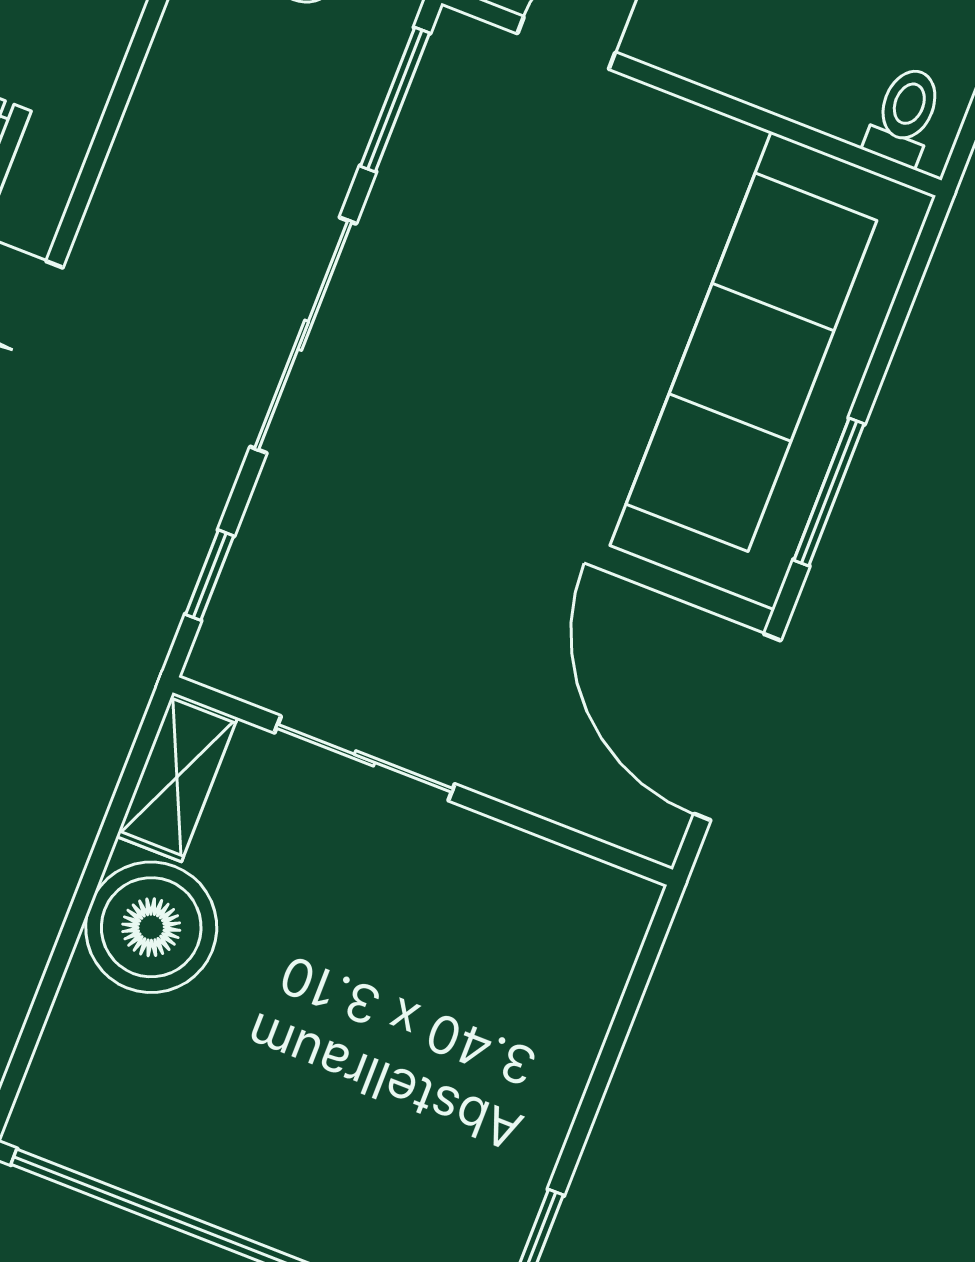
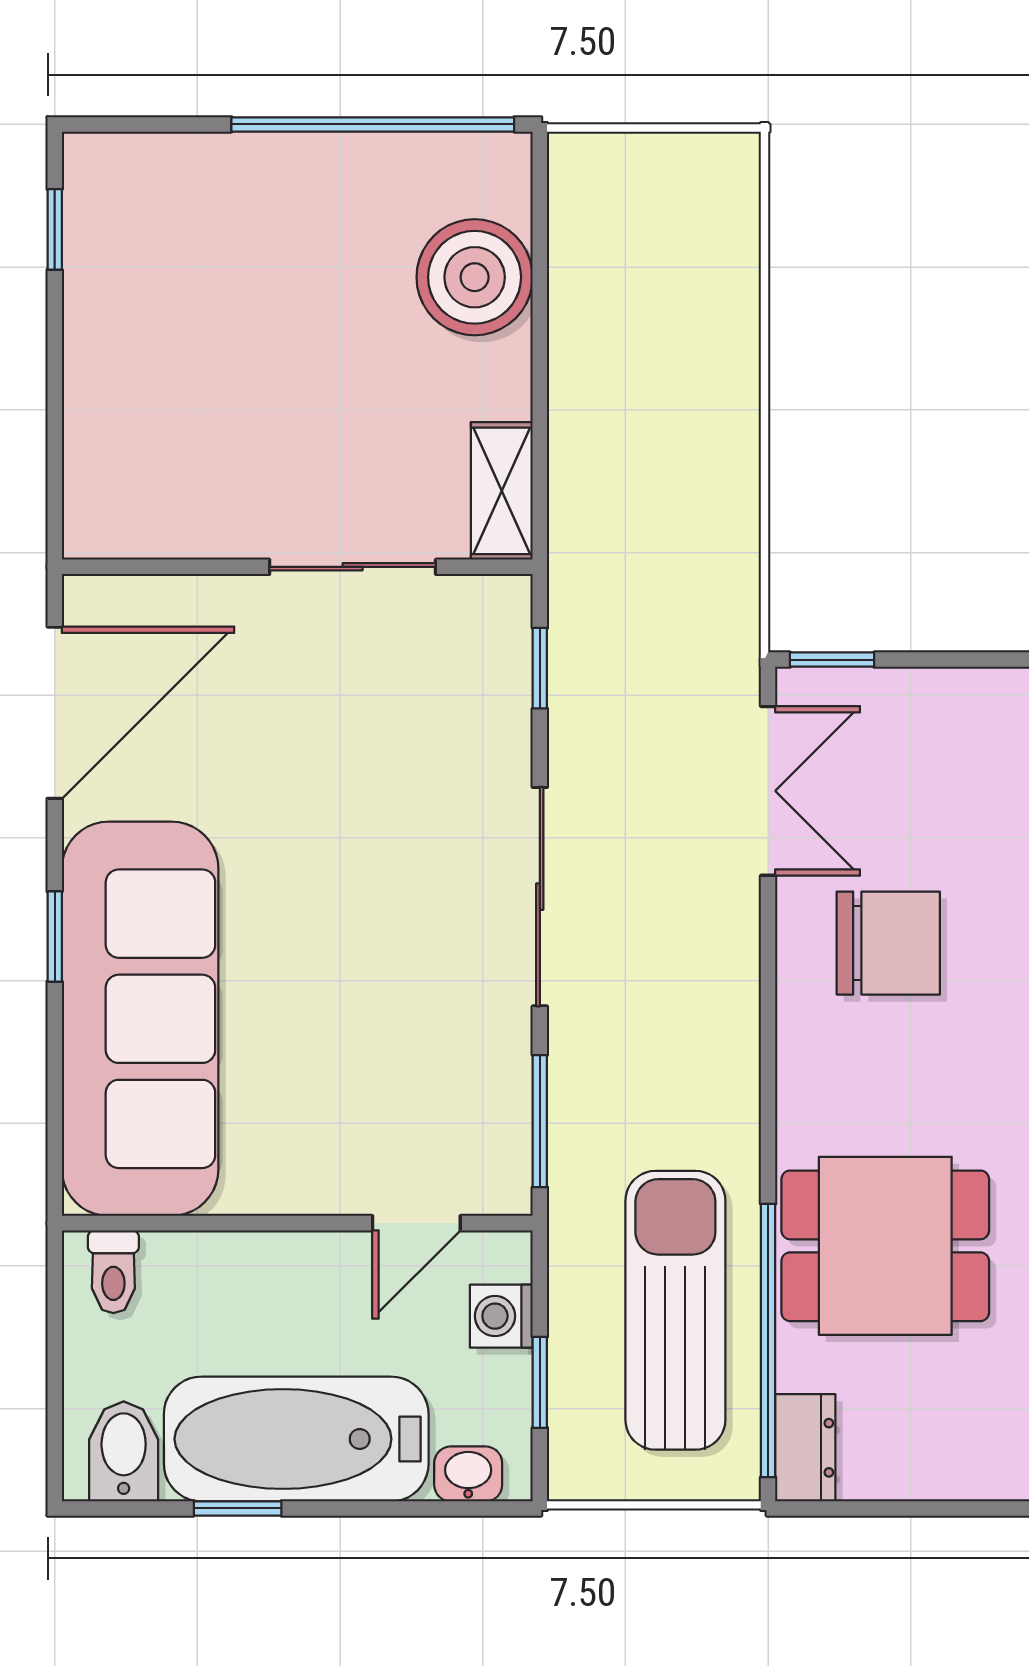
window: (829, 492) -> (55, 937), width x0.67
door: (737, 727) -> (55, 713), hinge flipped
boiler: (151, 927) -> (475, 277), moved

